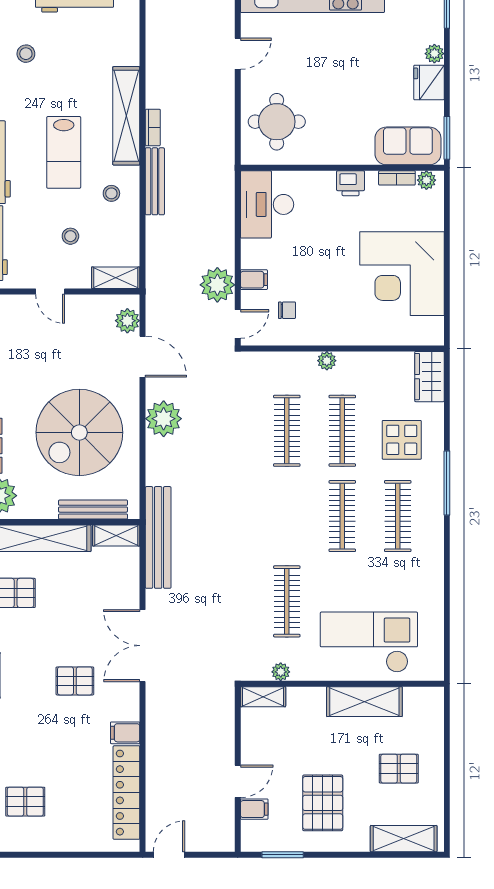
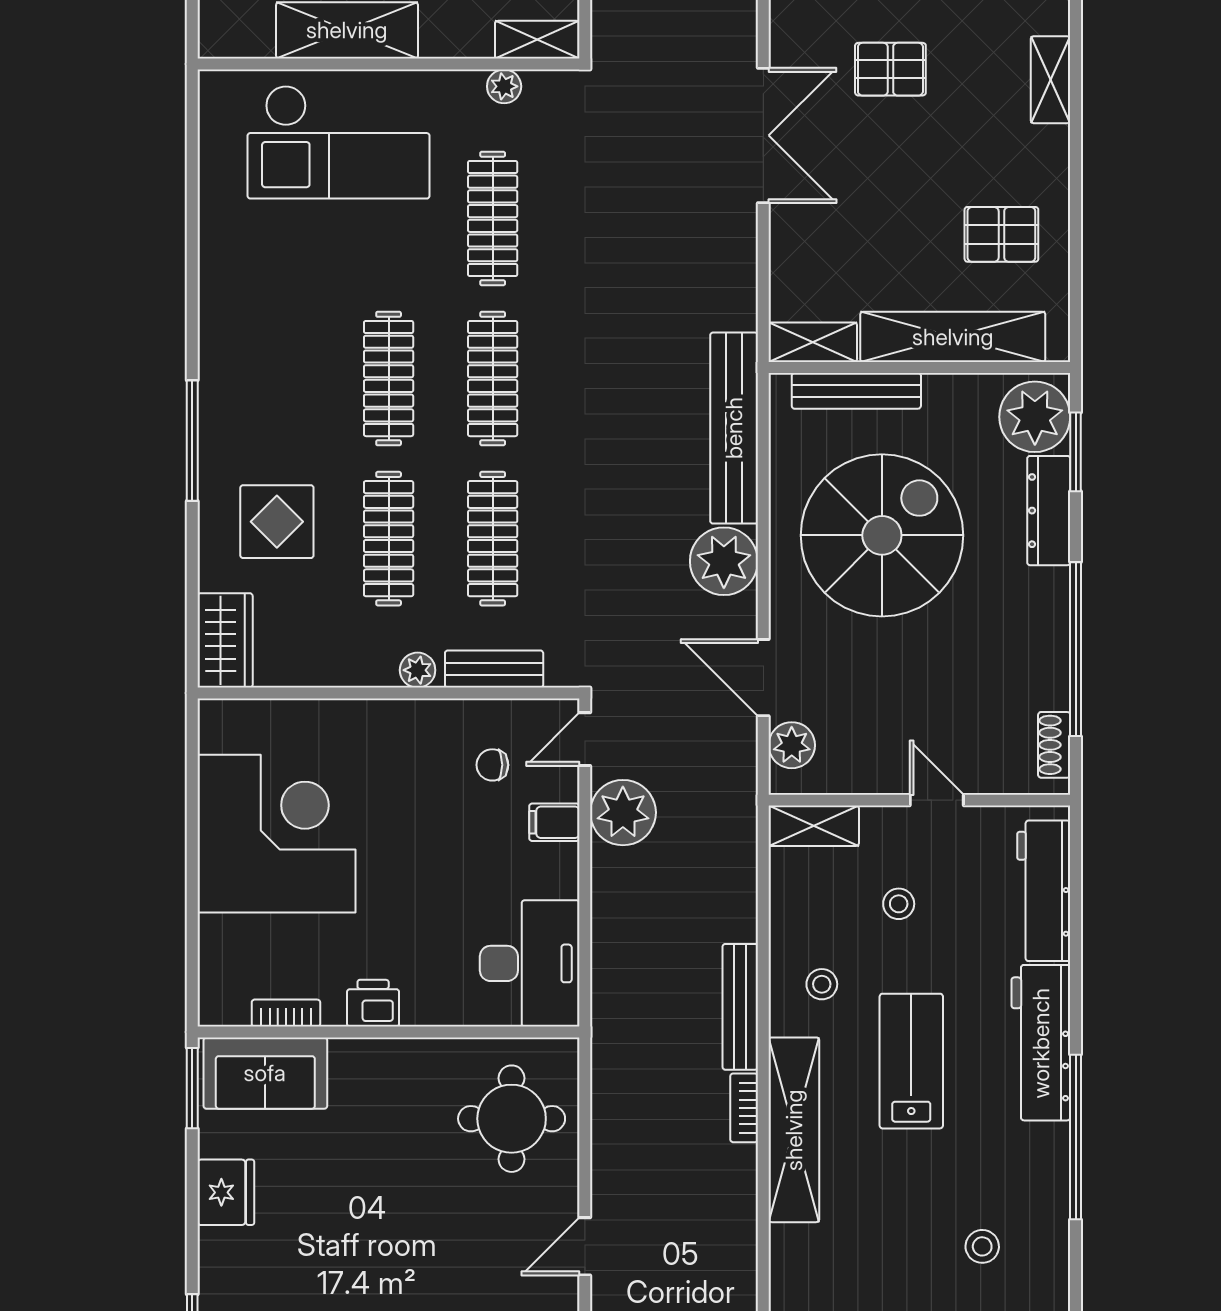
plant: (434, 54) -> (216, 1247), removed
plant: (426, 180) -> (231, 1009), removed
bench: (286, 361) -> (494, 669), added
clothes rail: (398, 516) -> (493, 379), moved
bench: (158, 537) -> (734, 428), moved

